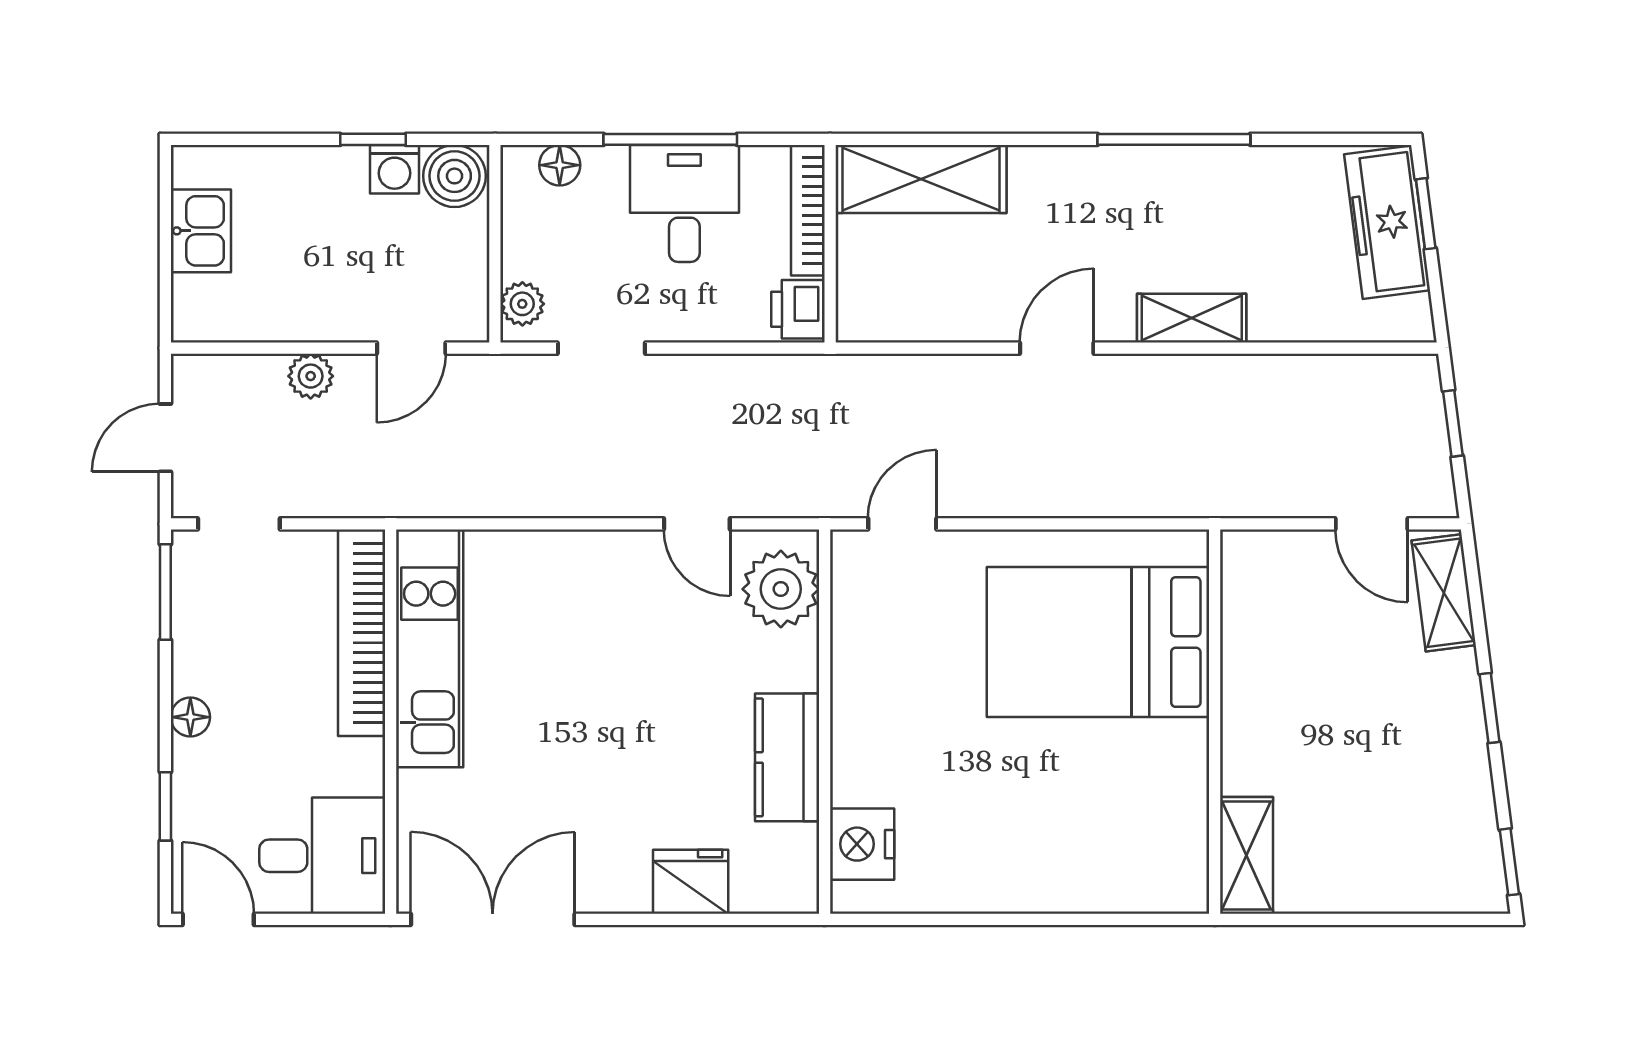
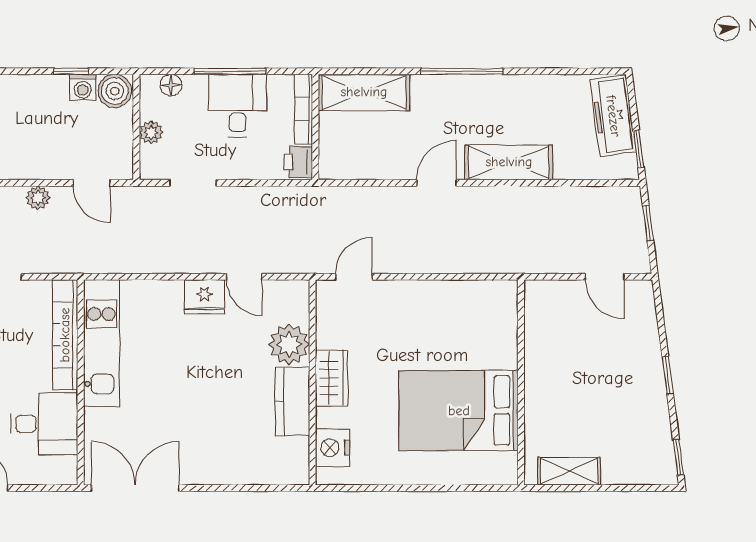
window: (1174, 139) -> (462, 71), moved
window: (1426, 214) -> (639, 149), moved
plant: (522, 304) -> (151, 132), moved
shelving: (1192, 318) -> (509, 162), width x1.50, depth x1.33
door: (411, 348) -> (92, 183), hinge flipped
plant: (781, 589) -> (289, 344), moved
shelving: (1444, 593) -> (643, 314), removed
bed: (1098, 642) -> (459, 411), moved
wardrobe: (860, 713) -> (332, 378), added
shelving: (1247, 855) -> (569, 471), moved, turned 90
desk: (322, 856) -> (44, 424), moved
fridge: (691, 882) -> (205, 297), moved, turned 180

